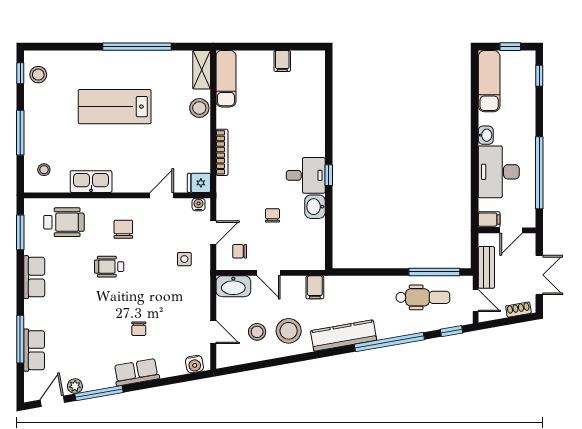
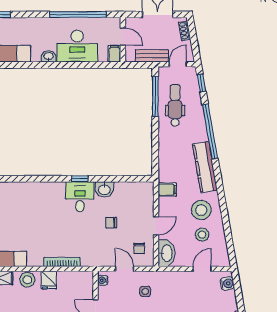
fridge: (199, 183) -> (49, 280), moved

